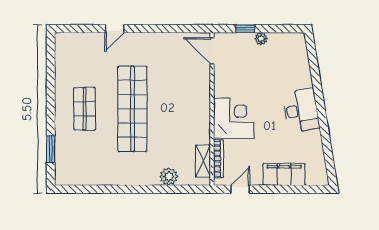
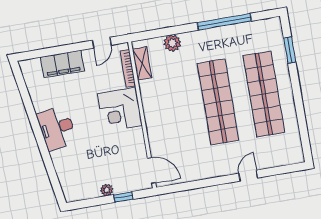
shop shelf: (85, 109) -> (264, 94), width x2.00, depth x1.36
window: (112, 189) -> (224, 22), added

